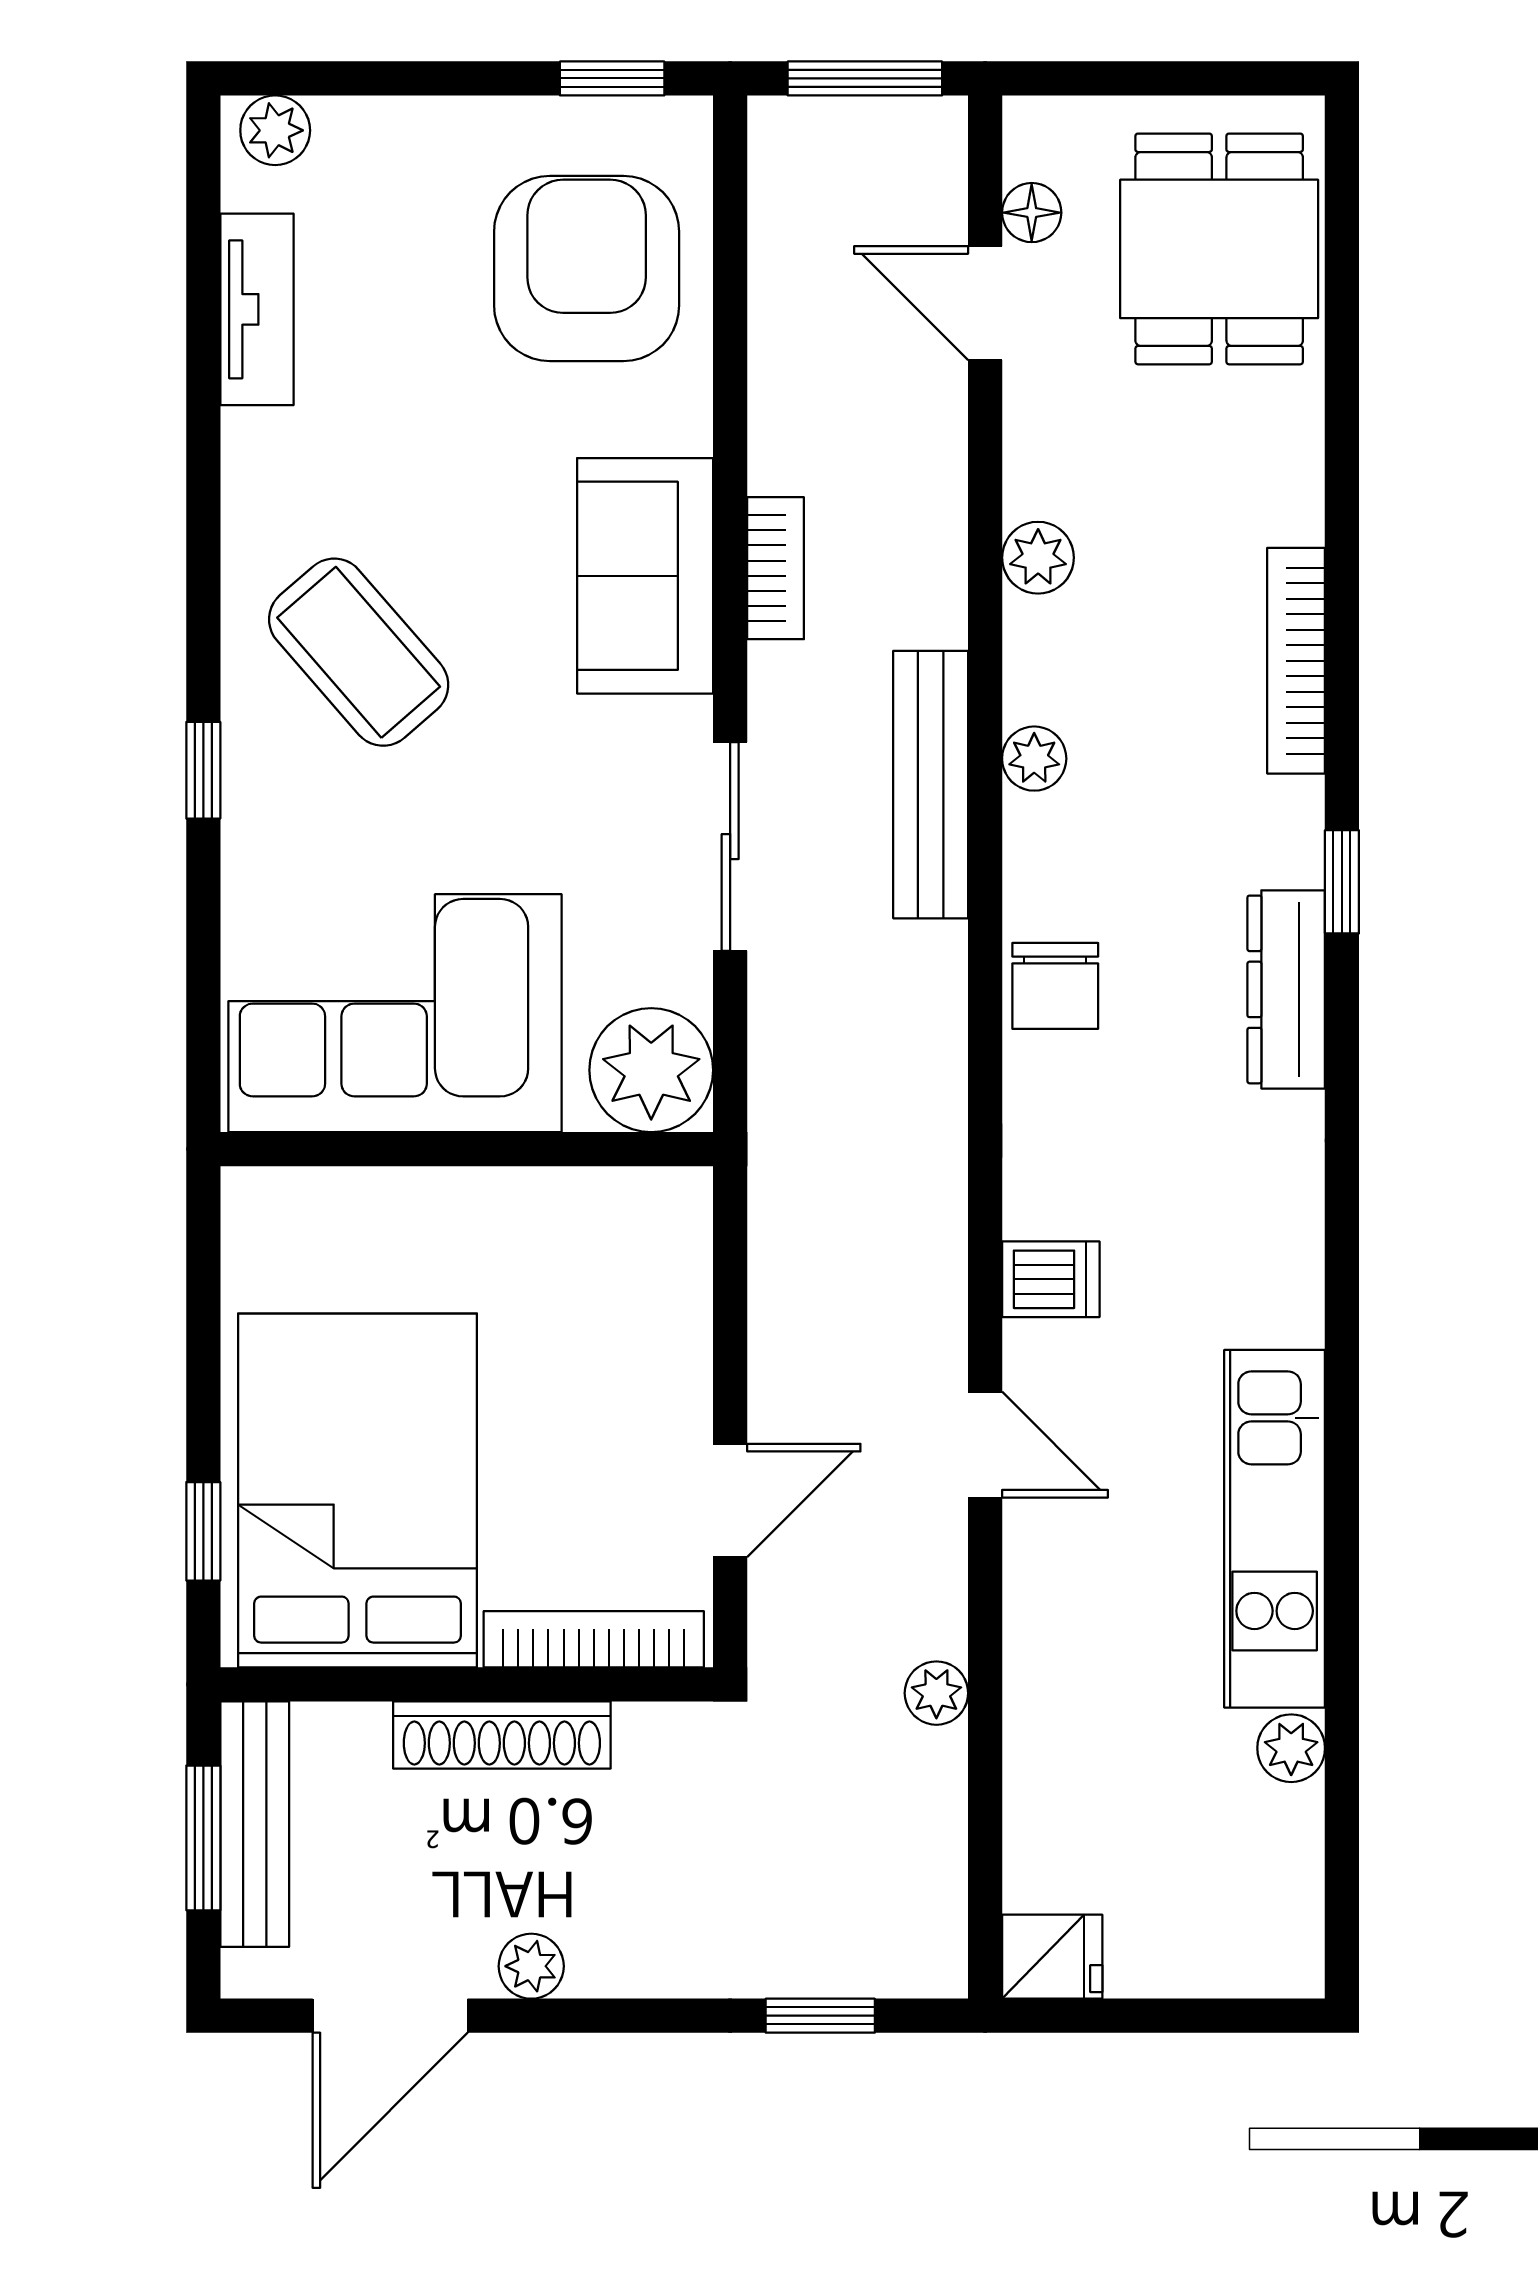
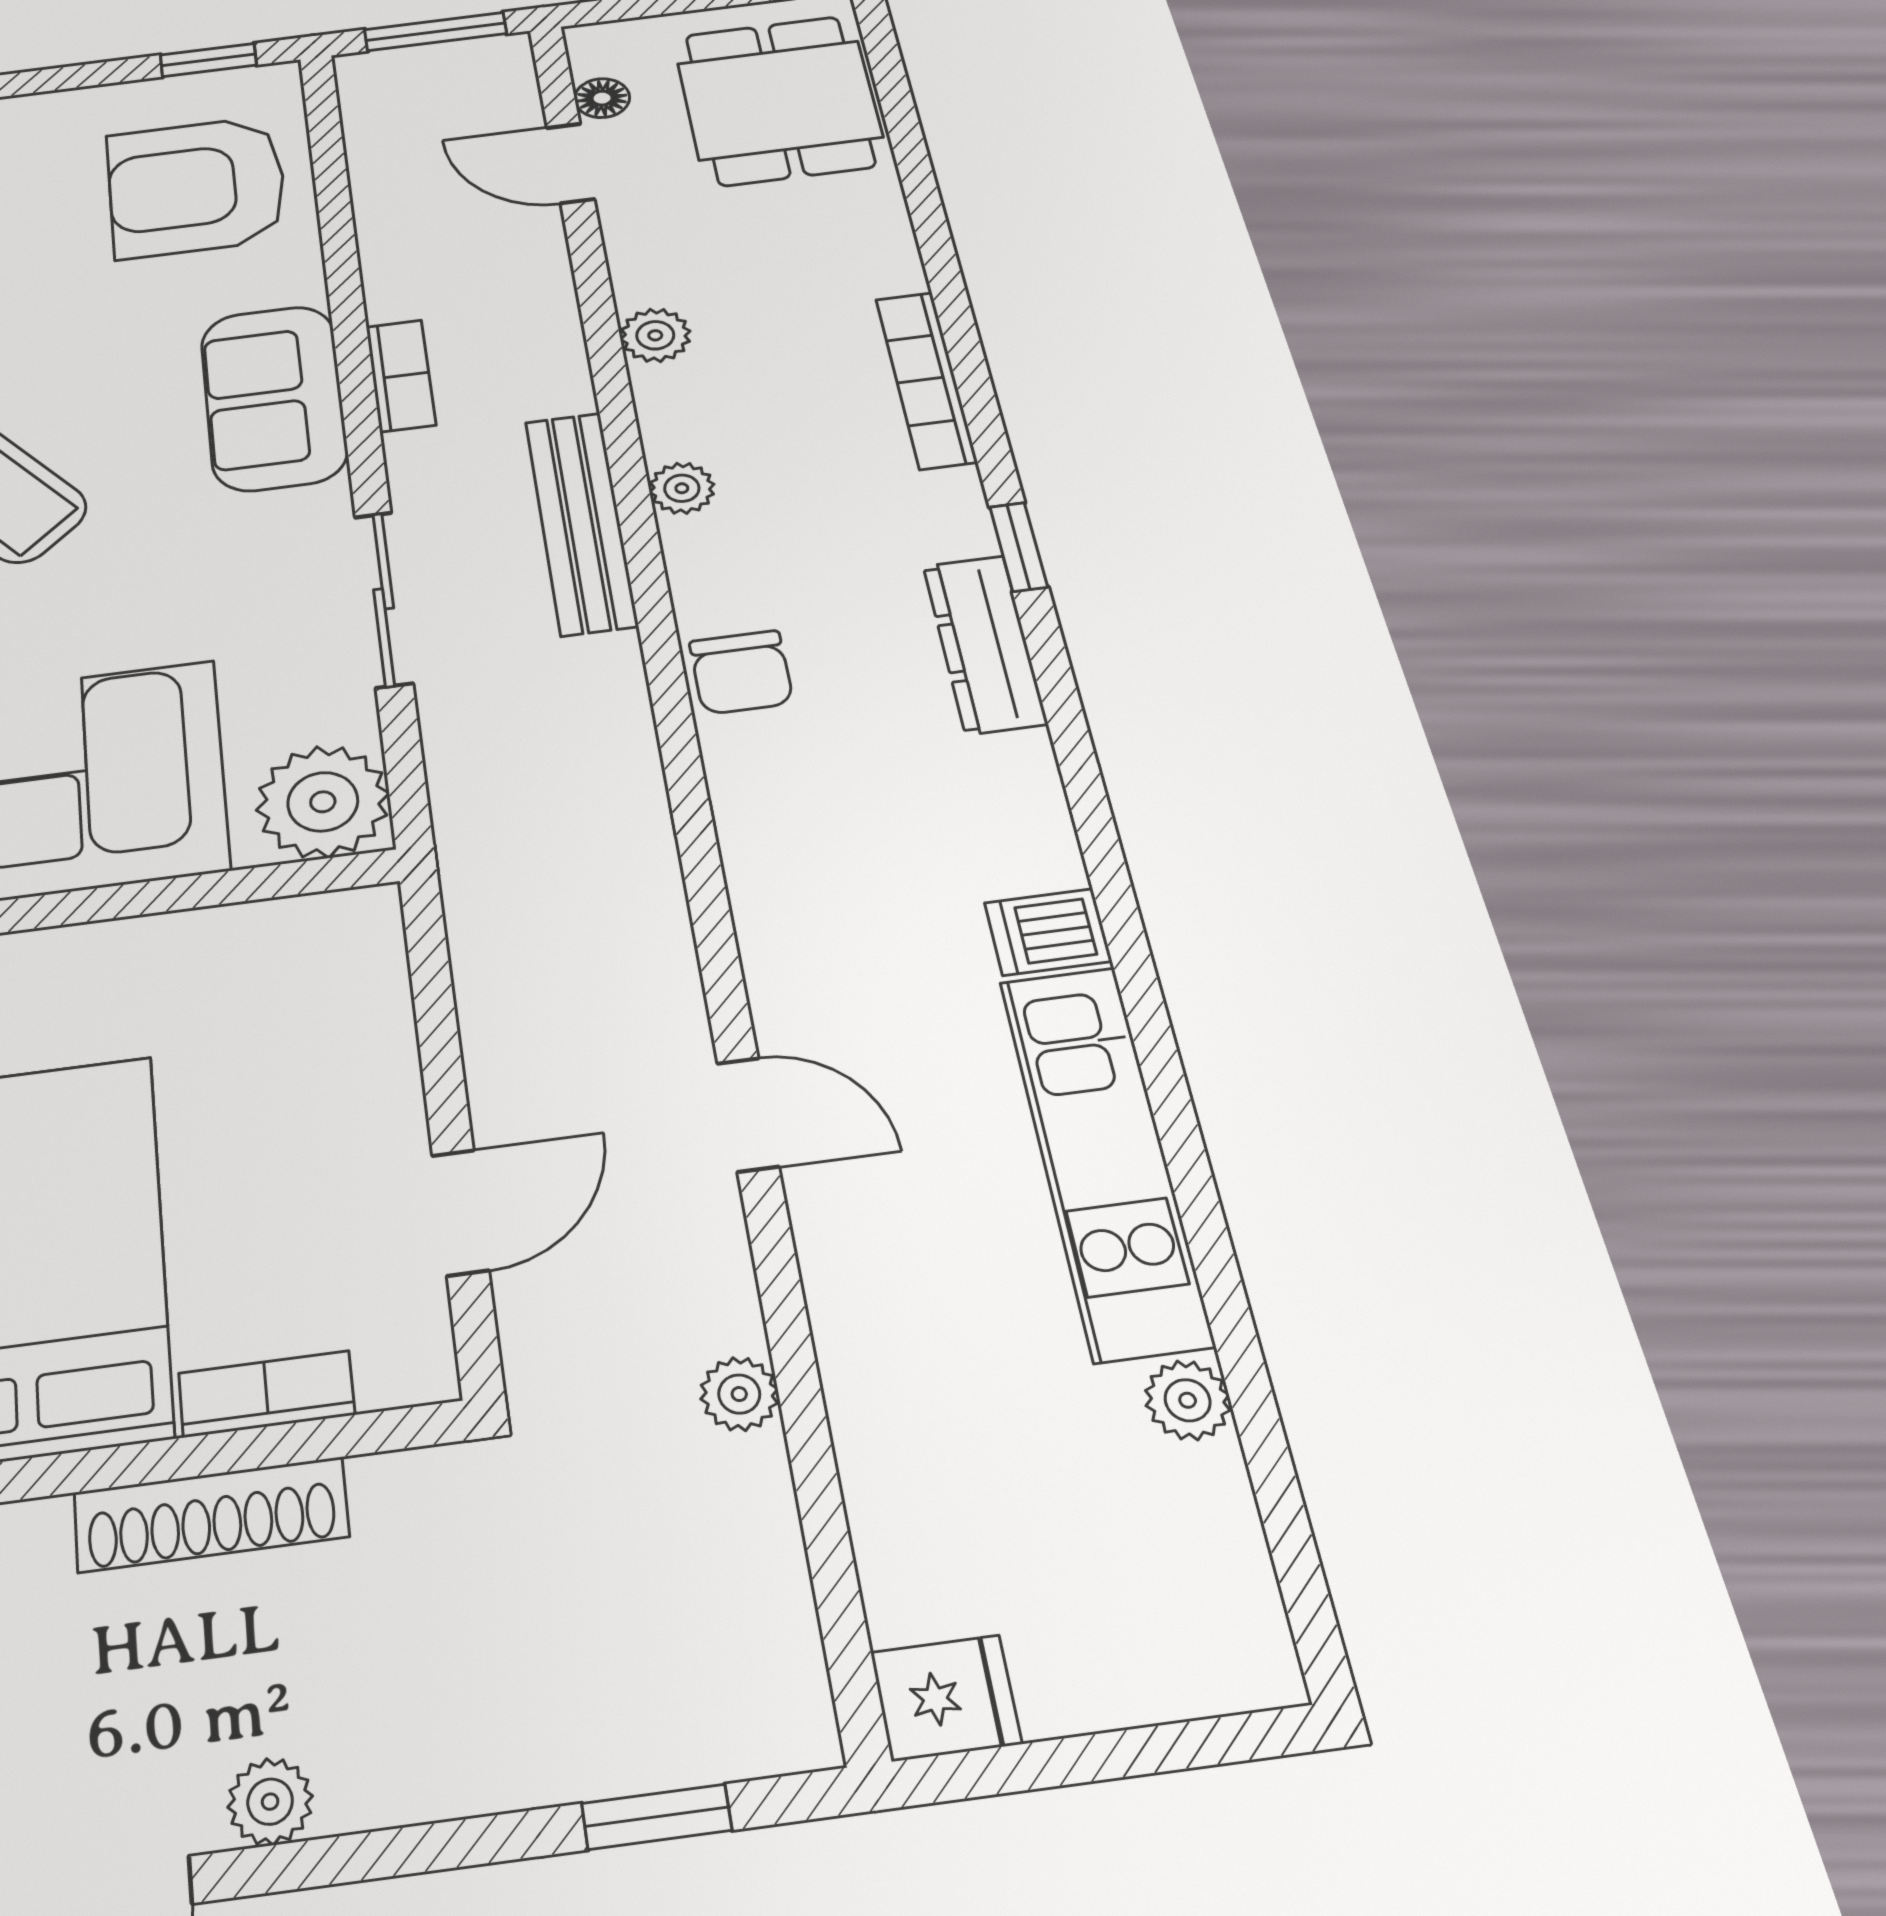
armchair: (587, 269) -> (197, 187), turned -90
dishwasher: (1051, 1279) -> (1048, 932), moved, turned 180
bookcase: (594, 1639) -> (266, 1394), width x0.64

